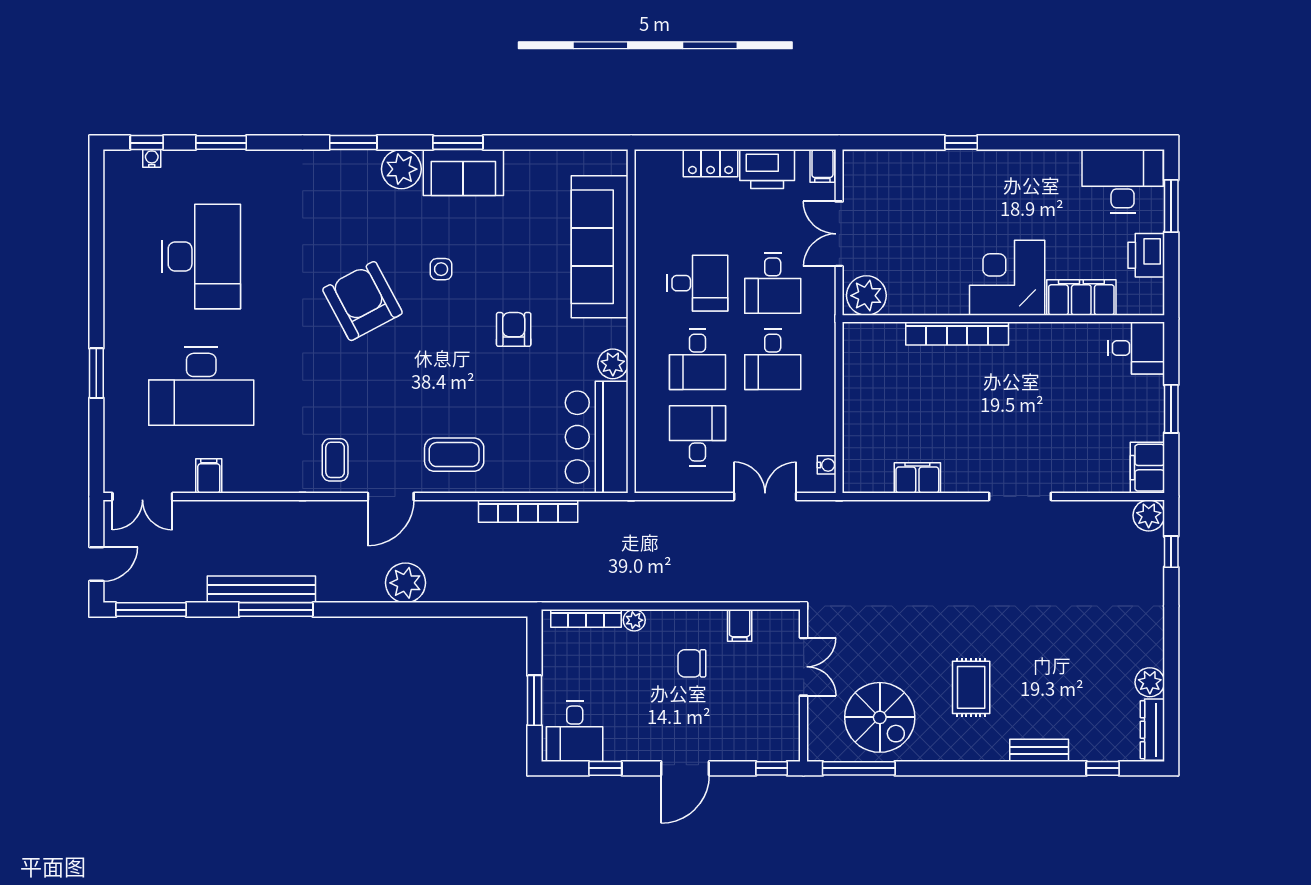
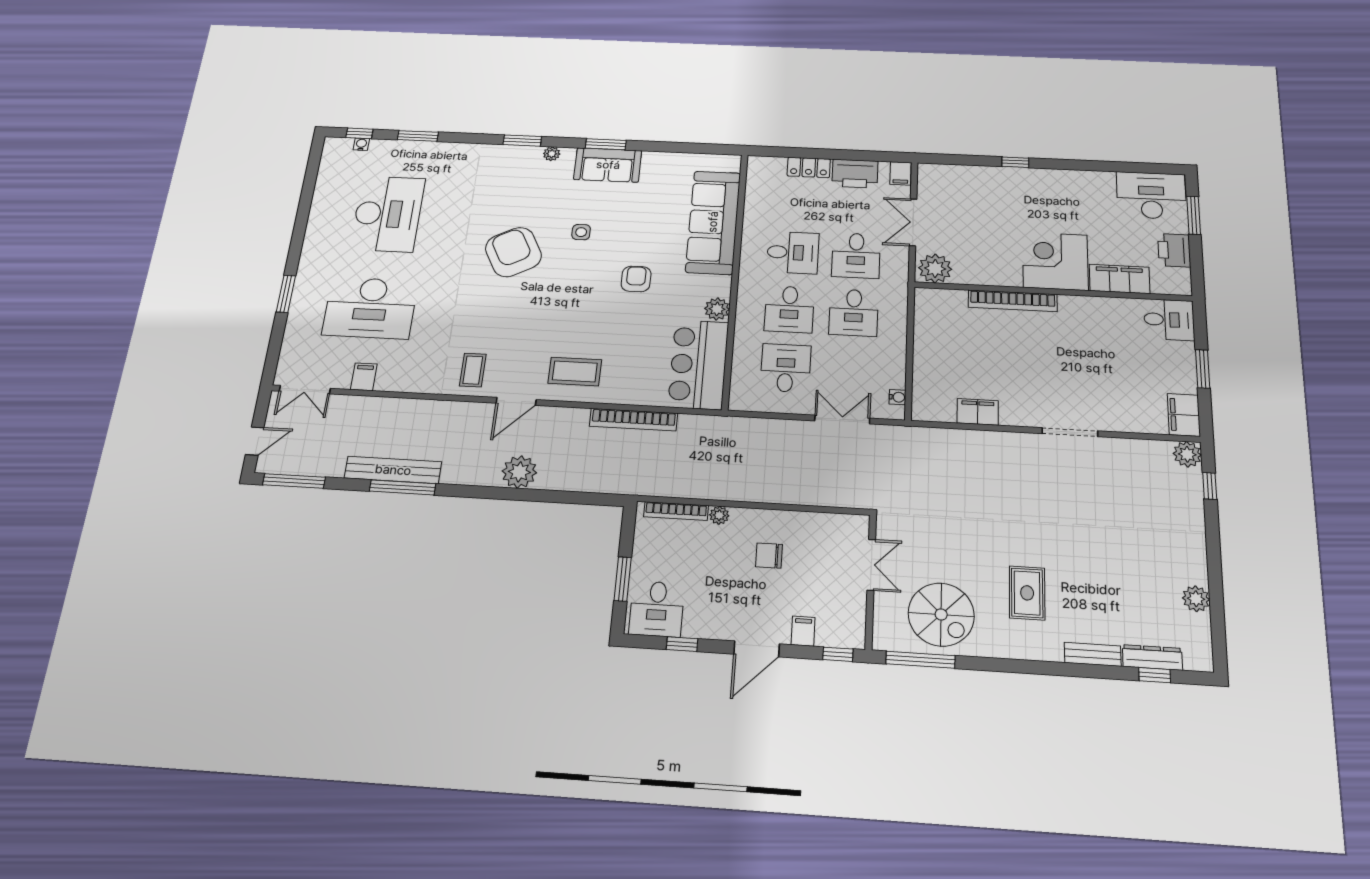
plant: (401, 169) -> (552, 154), width x0.53, depth x0.53
filing cabinet: (740, 625) -> (803, 631), moved, turned 180
dresser: (1152, 730) -> (1152, 657), moved, turned 90

